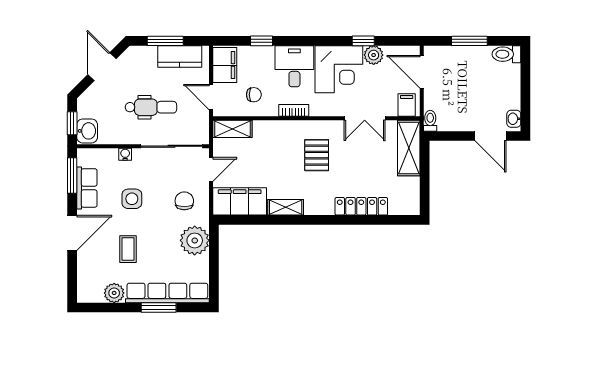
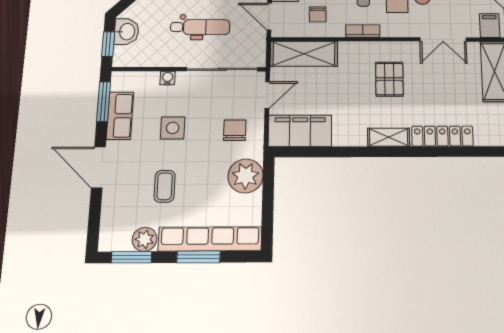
chair: (254, 95) -> (318, 14), turned 89
shelving: (232, 129) -> (304, 54), width x1.50, depth x1.33
washbasin: (87, 131) -> (126, 32), moved
shelving: (286, 207) -> (389, 137), moved
door: (72, 233) -> (98, 167), swing flipped
window: (105, 308) -> (131, 257), added

